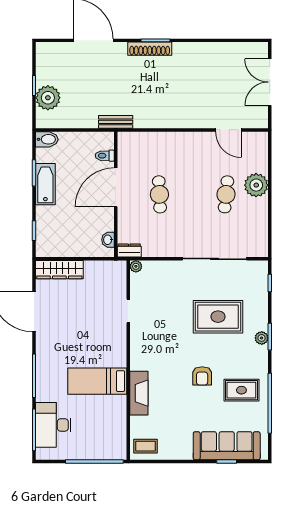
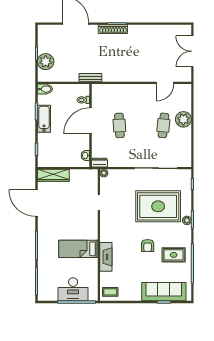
door: (229, 130) -> (165, 83), hinge flipped
rug: (218, 317) -> (158, 206), width x1.37, depth x1.44
desk: (53, 425) -> (73, 289), moved, turned -90

